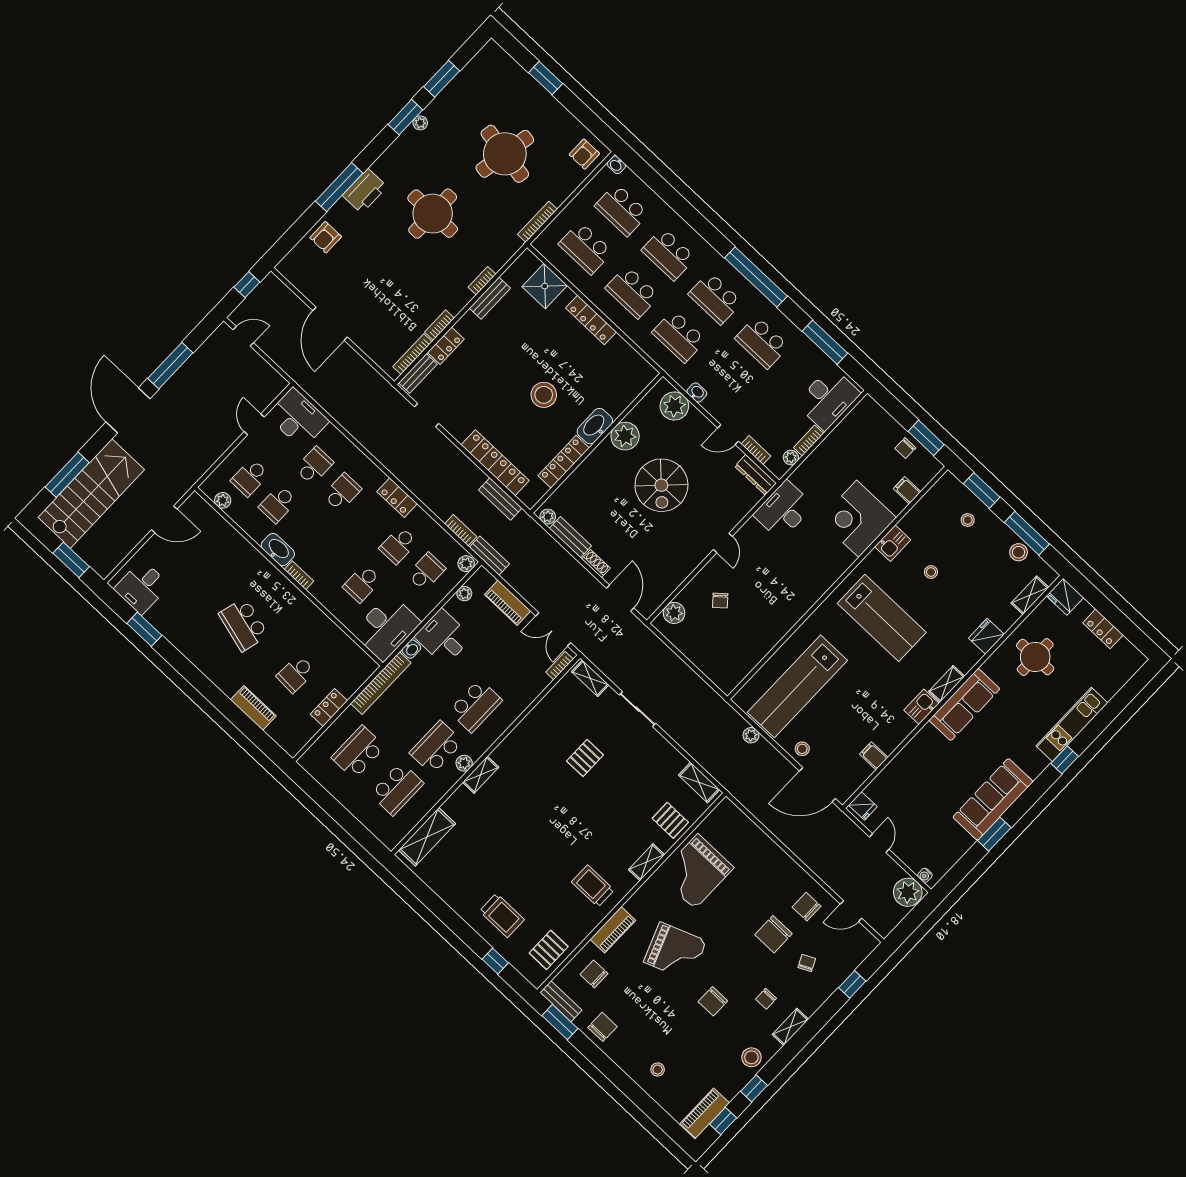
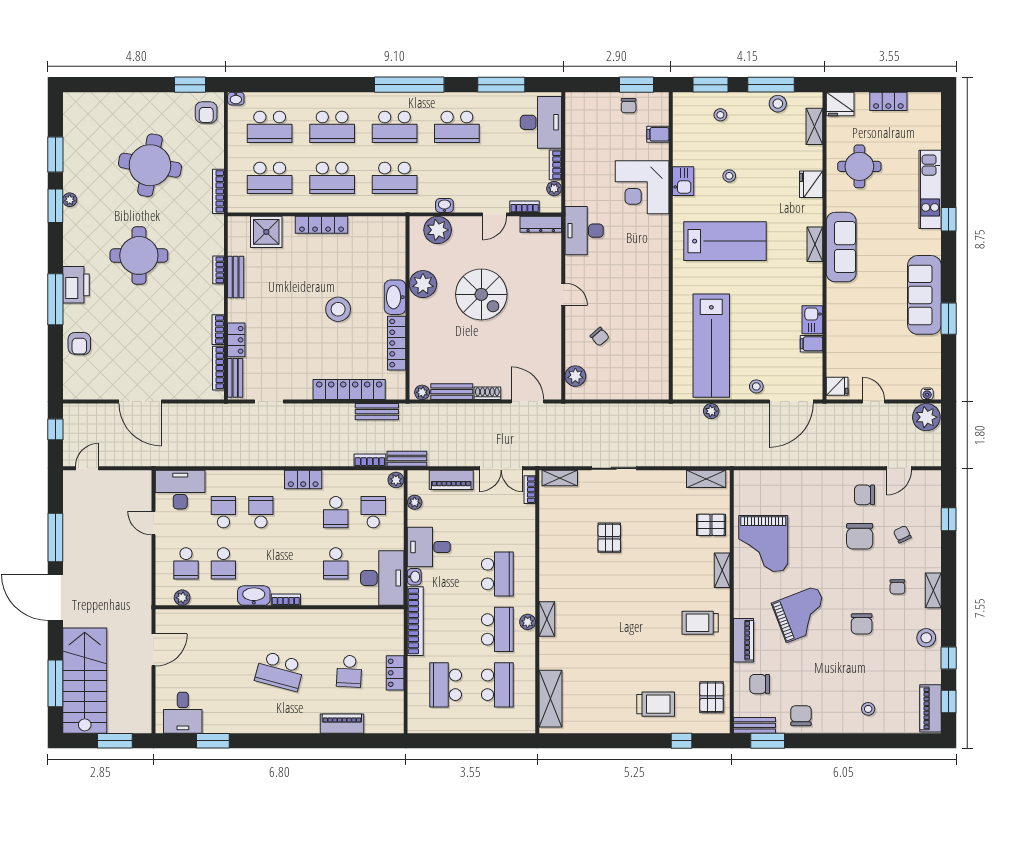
window: (546, 78) -> (190, 85), moved
kitchen sink: (921, 707) -> (812, 320), moved
school desk: (436, 747) -> (497, 629), turned 180

